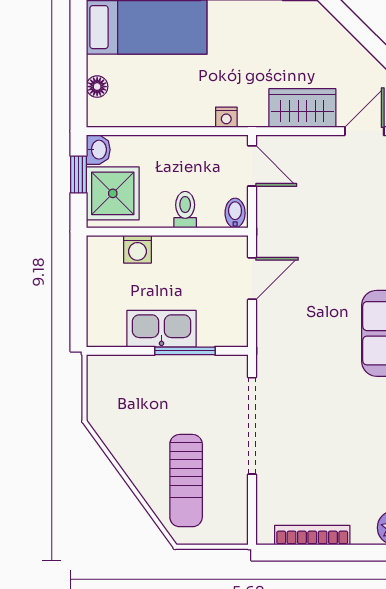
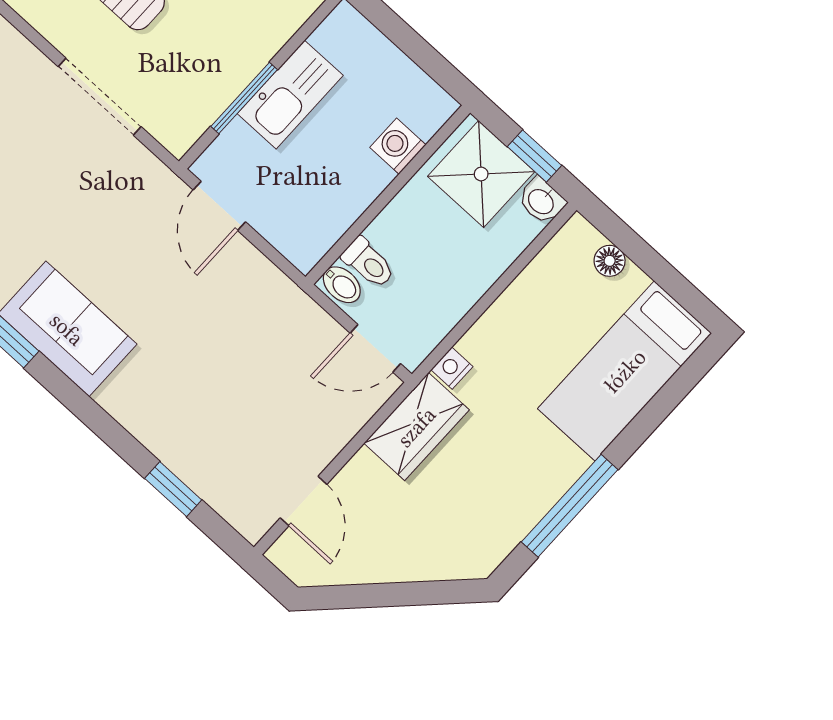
wardrobe: (302, 108) -> (416, 427), moved
toilet: (185, 210) -> (368, 263), moved
door: (252, 279) -> (219, 206), moved
doorway: (252, 426) -> (100, 97), width x0.73

